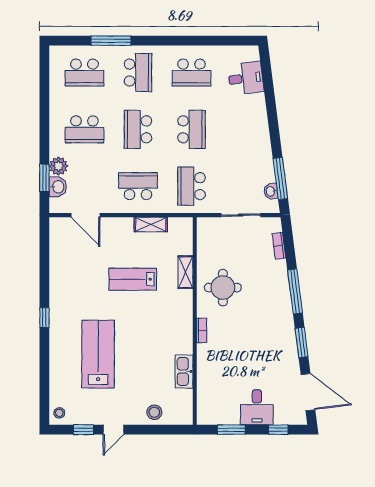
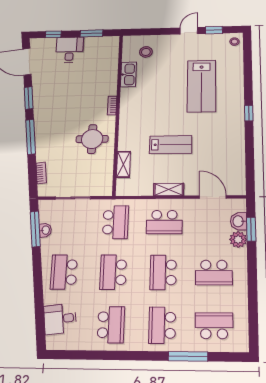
school desk: (192, 73) -> (111, 325), turned 90
school desk: (84, 129) -> (214, 273), turned 180
school desk: (138, 129) -> (163, 272), turned 180
school desk: (245, 129) -> (64, 272), added
washbasin: (271, 191) -> (45, 230), moved
shelving: (151, 224) -> (169, 189), moved
shelving: (186, 272) -> (123, 164), moved
stool: (154, 412) -> (146, 52), moved

